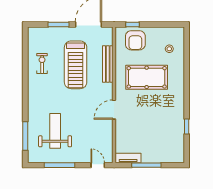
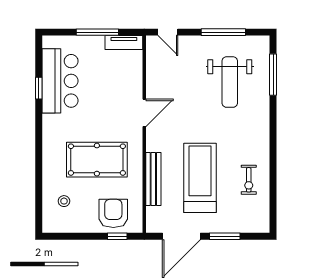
bar counter: (172, 132) -> (60, 81), added

